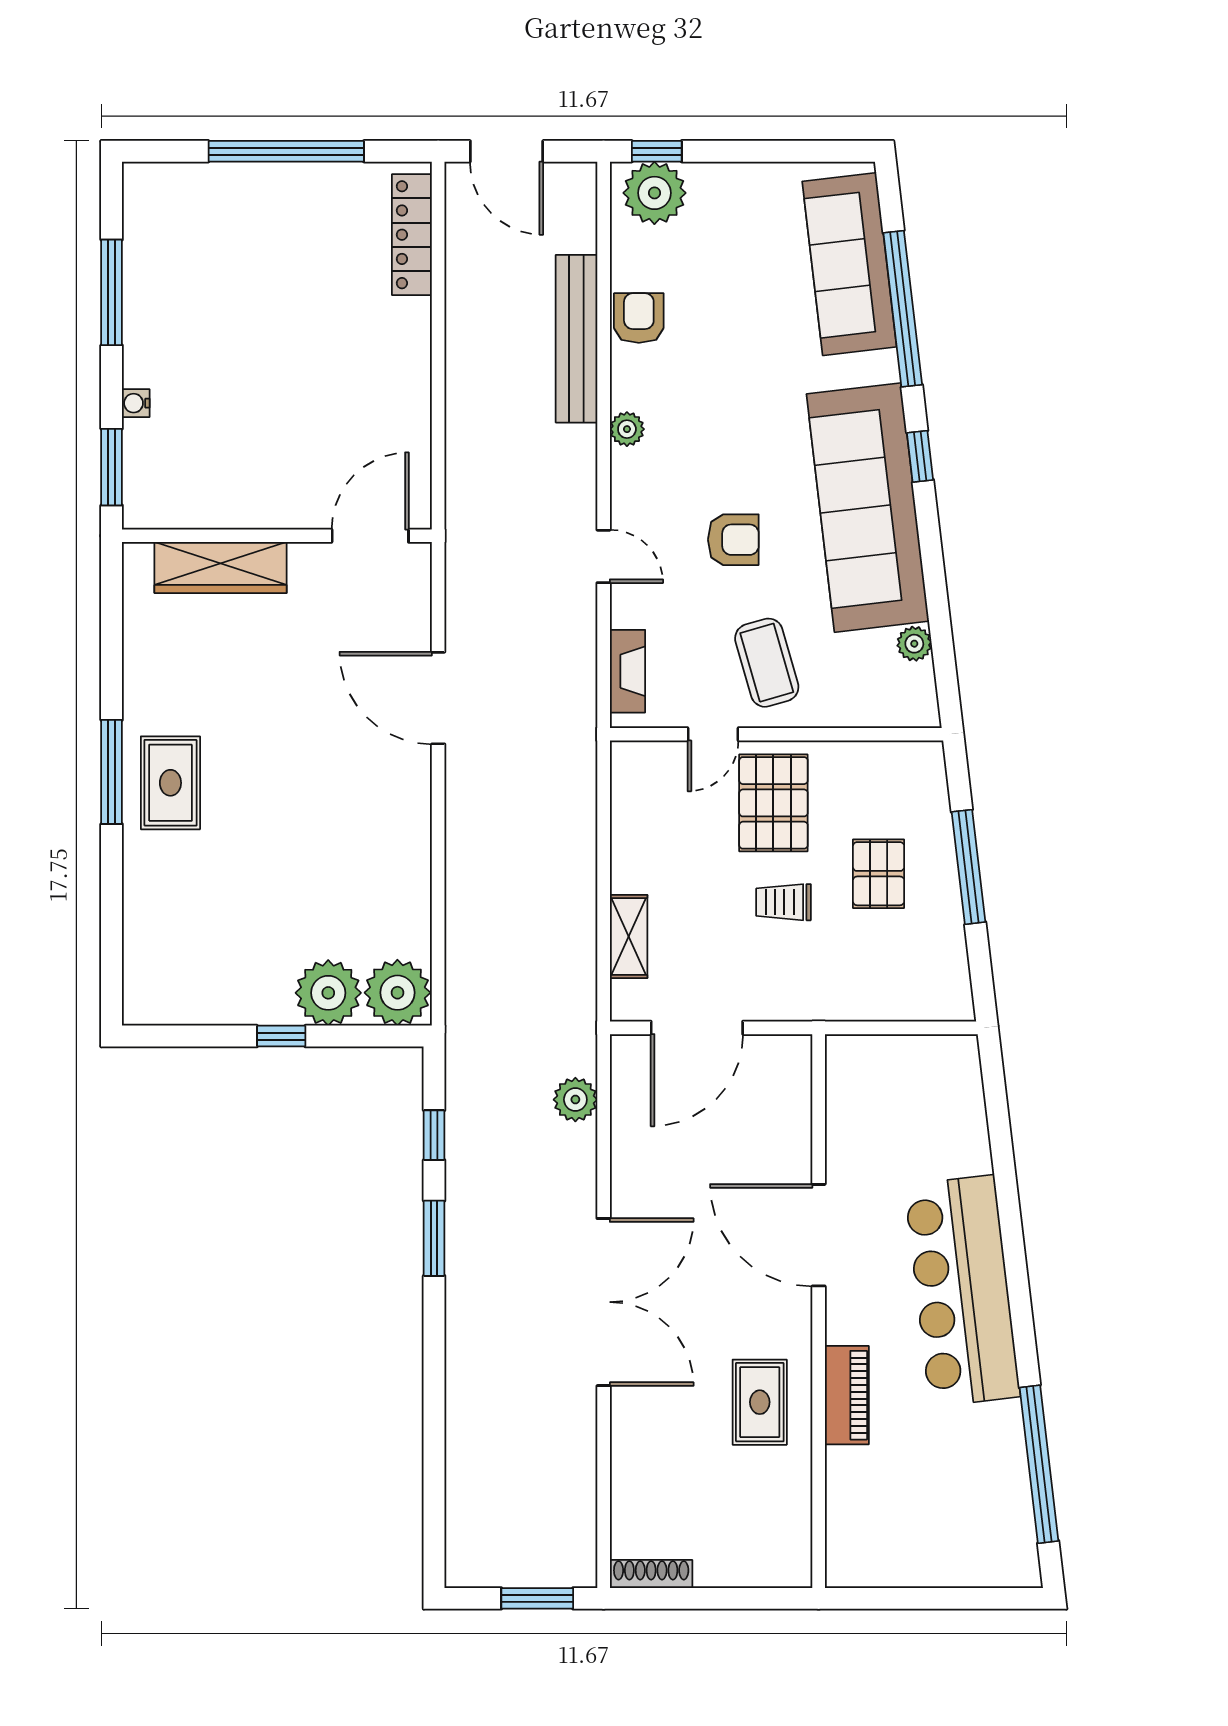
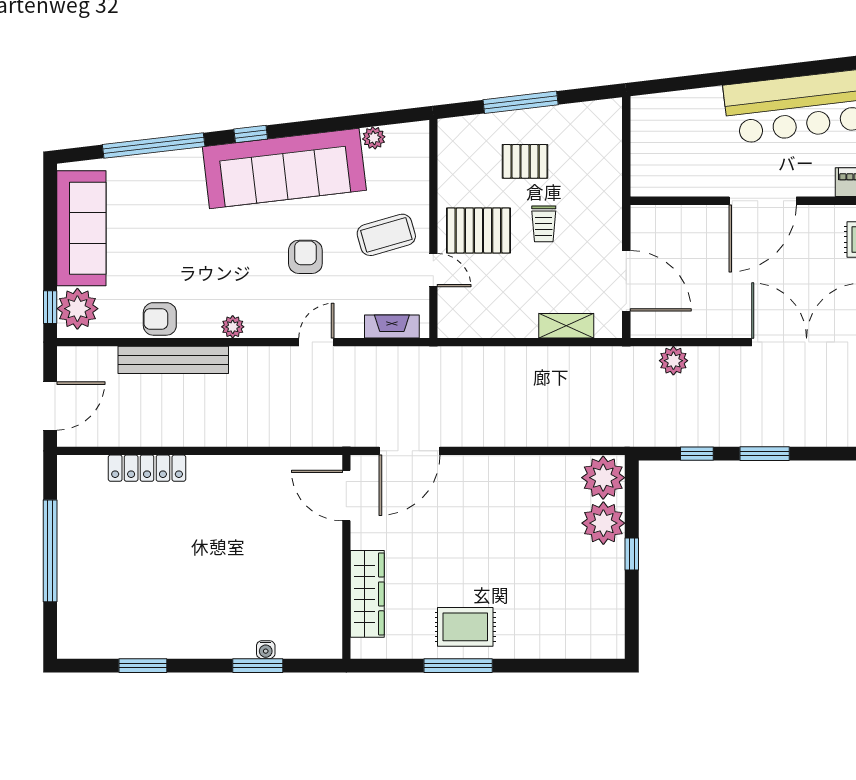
locker: (412, 235) -> (147, 468), moved
sofa: (849, 264) -> (81, 228), moved, turned -83
window: (112, 292) -> (143, 666), width x0.69
water cooler: (136, 403) -> (266, 650), moved
wall: (277, 536) -> (346, 557), moved
door: (370, 536) -> (346, 496), moved
wardrobe: (221, 568) -> (367, 594), moved

